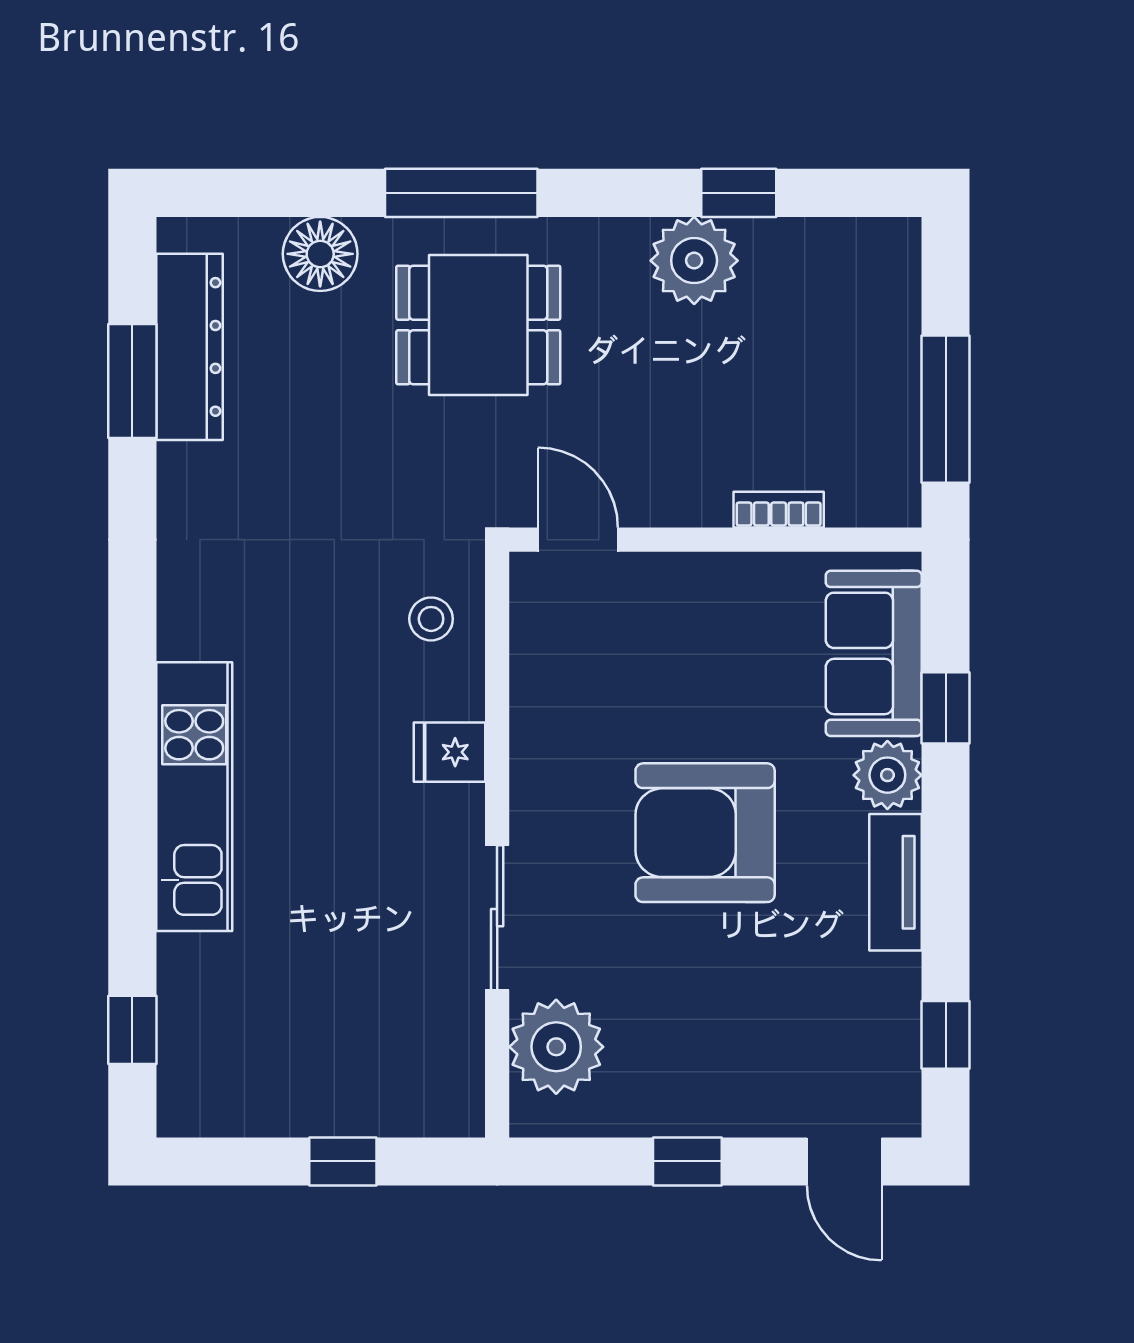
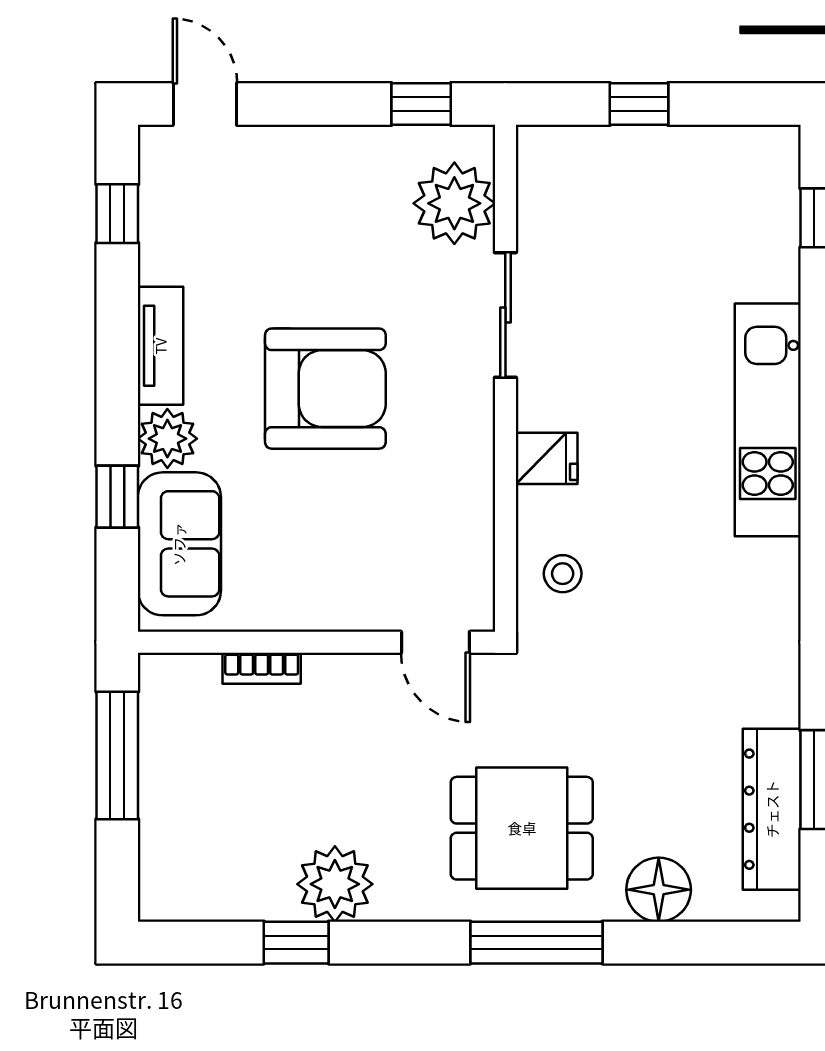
window: (687, 1161) -> (421, 104), moved

